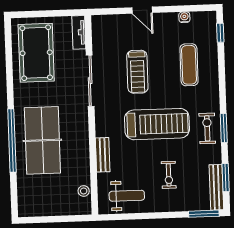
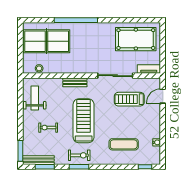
door: (142, 10) -> (163, 96), moved
treadmill: (137, 72) -> (129, 99), moved
treadmill: (157, 124) -> (84, 121), turned 180
table tennis table: (42, 140) -> (47, 41), moved
bench: (103, 155) -> (75, 82), moved
weight bench: (127, 196) -> (35, 98), turned 180

